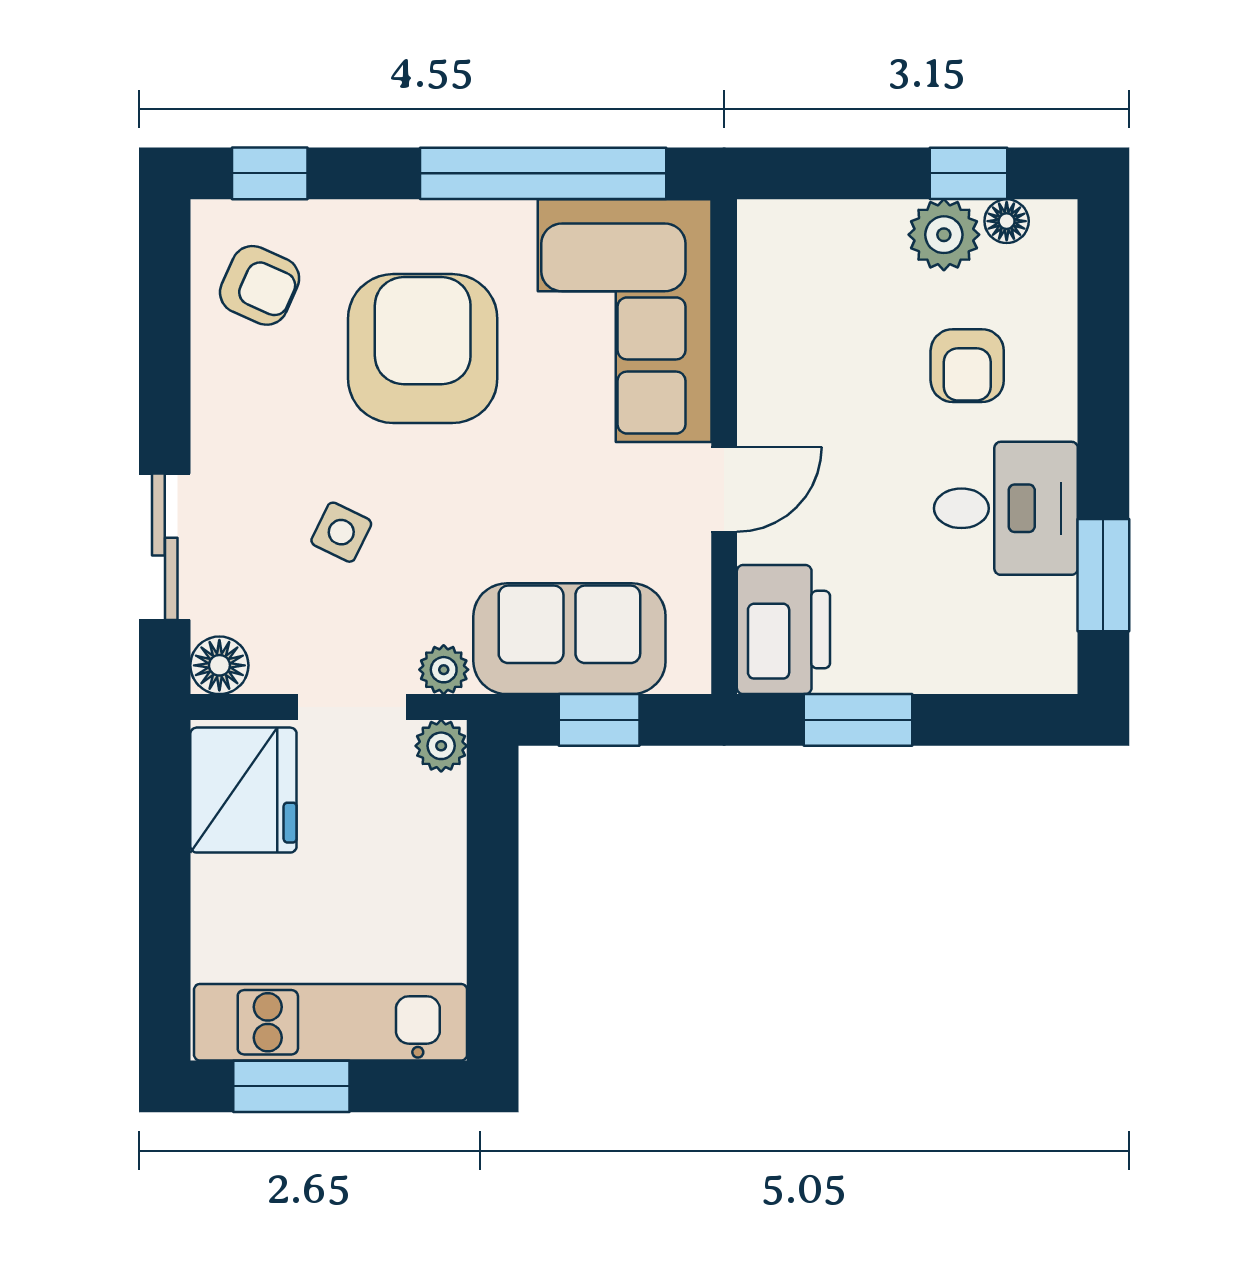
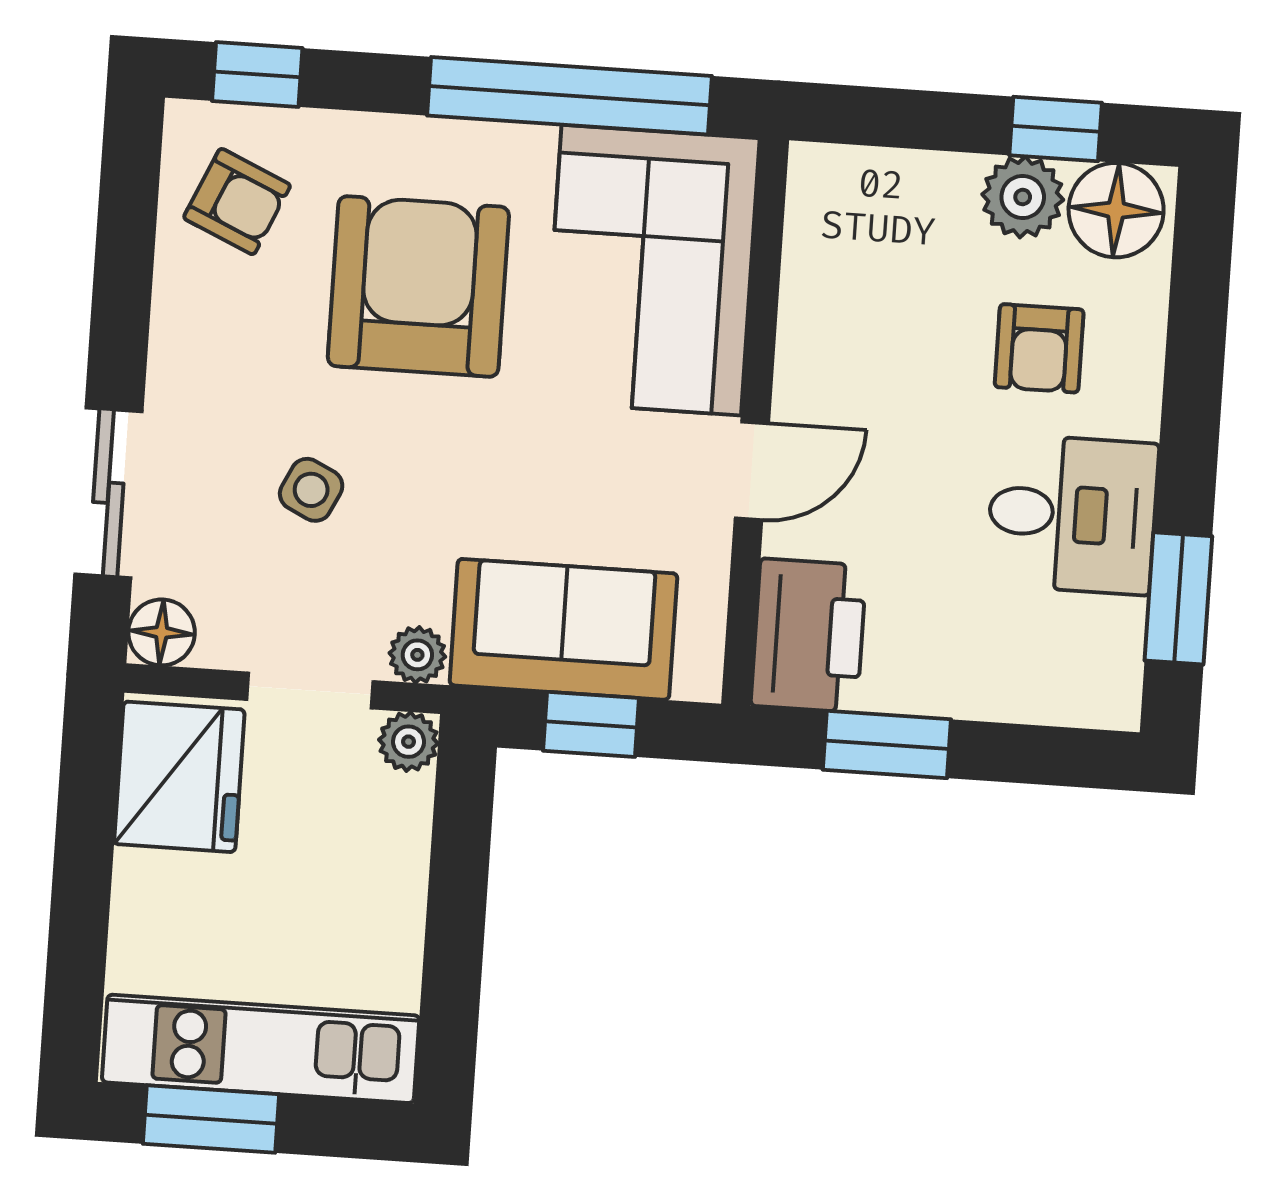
floor lamp: (1007, 221) -> (1116, 210), width x1.89, depth x1.89

